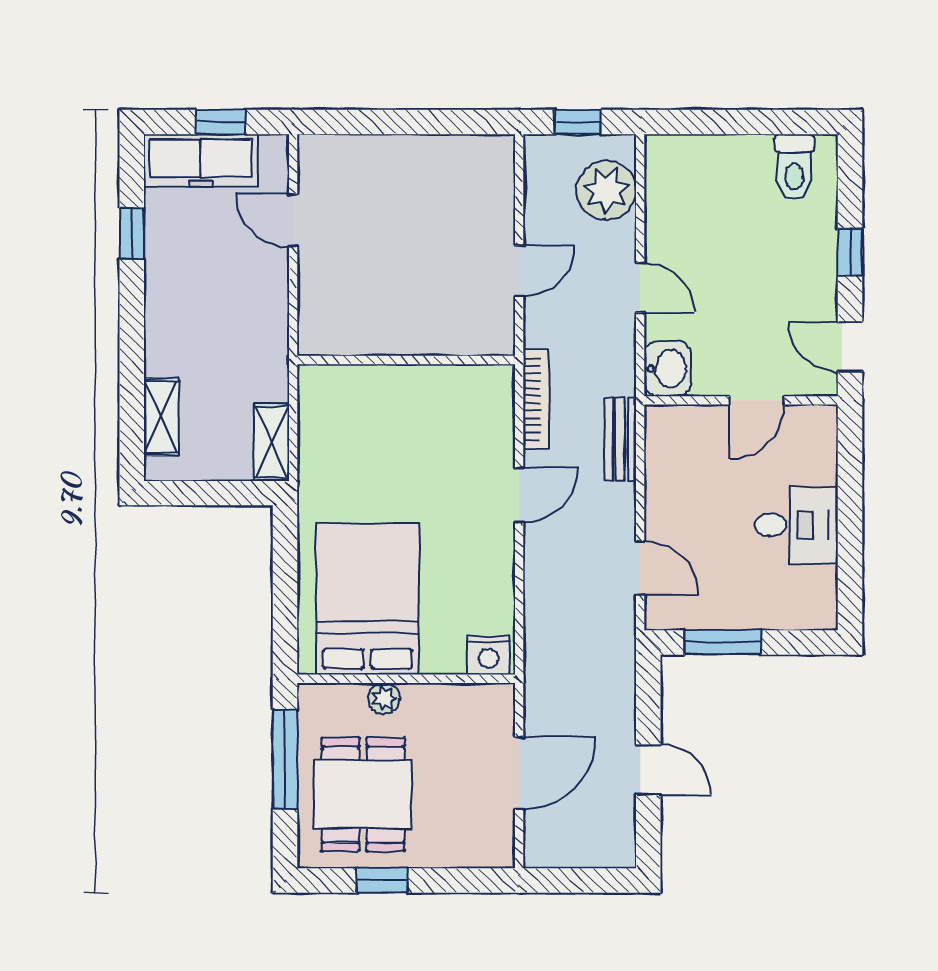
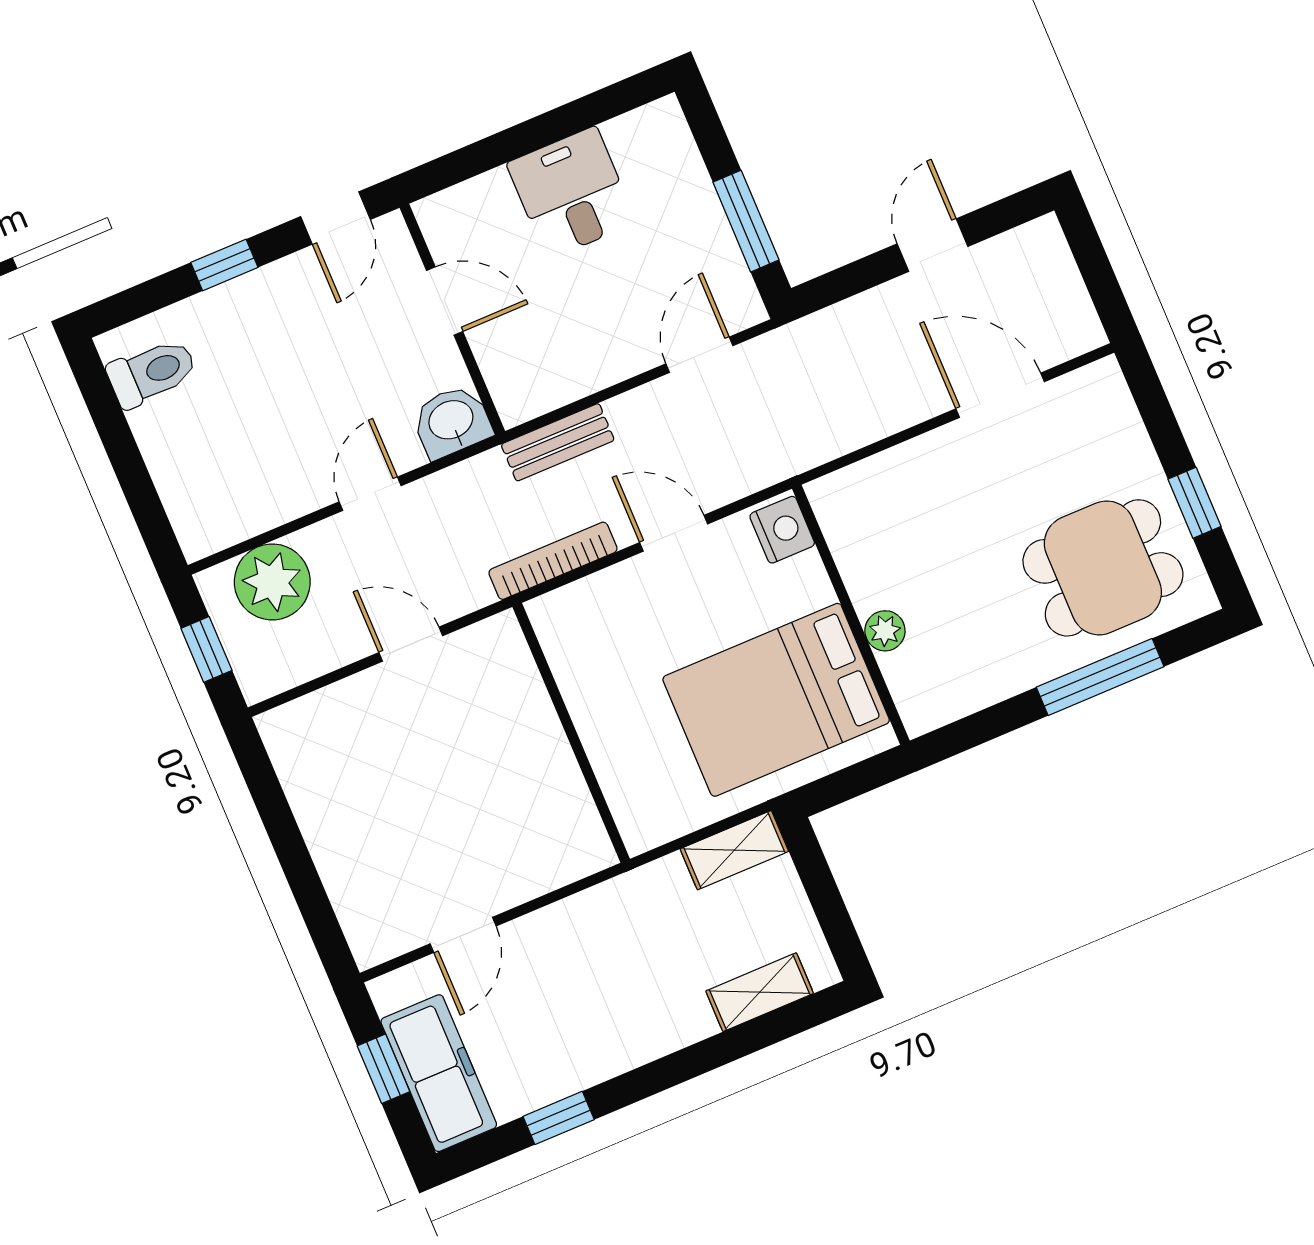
bed: (367, 599) -> (776, 700), moved
nightstand: (488, 655) -> (782, 530), moved
wall: (406, 679) -> (851, 615), moved
plant: (384, 699) -> (885, 631), moved

